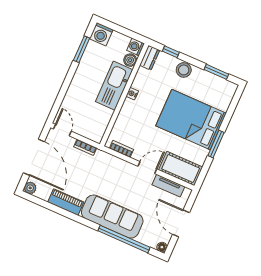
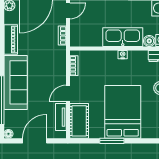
door: (147, 168) -> (68, 94), swing flipped

